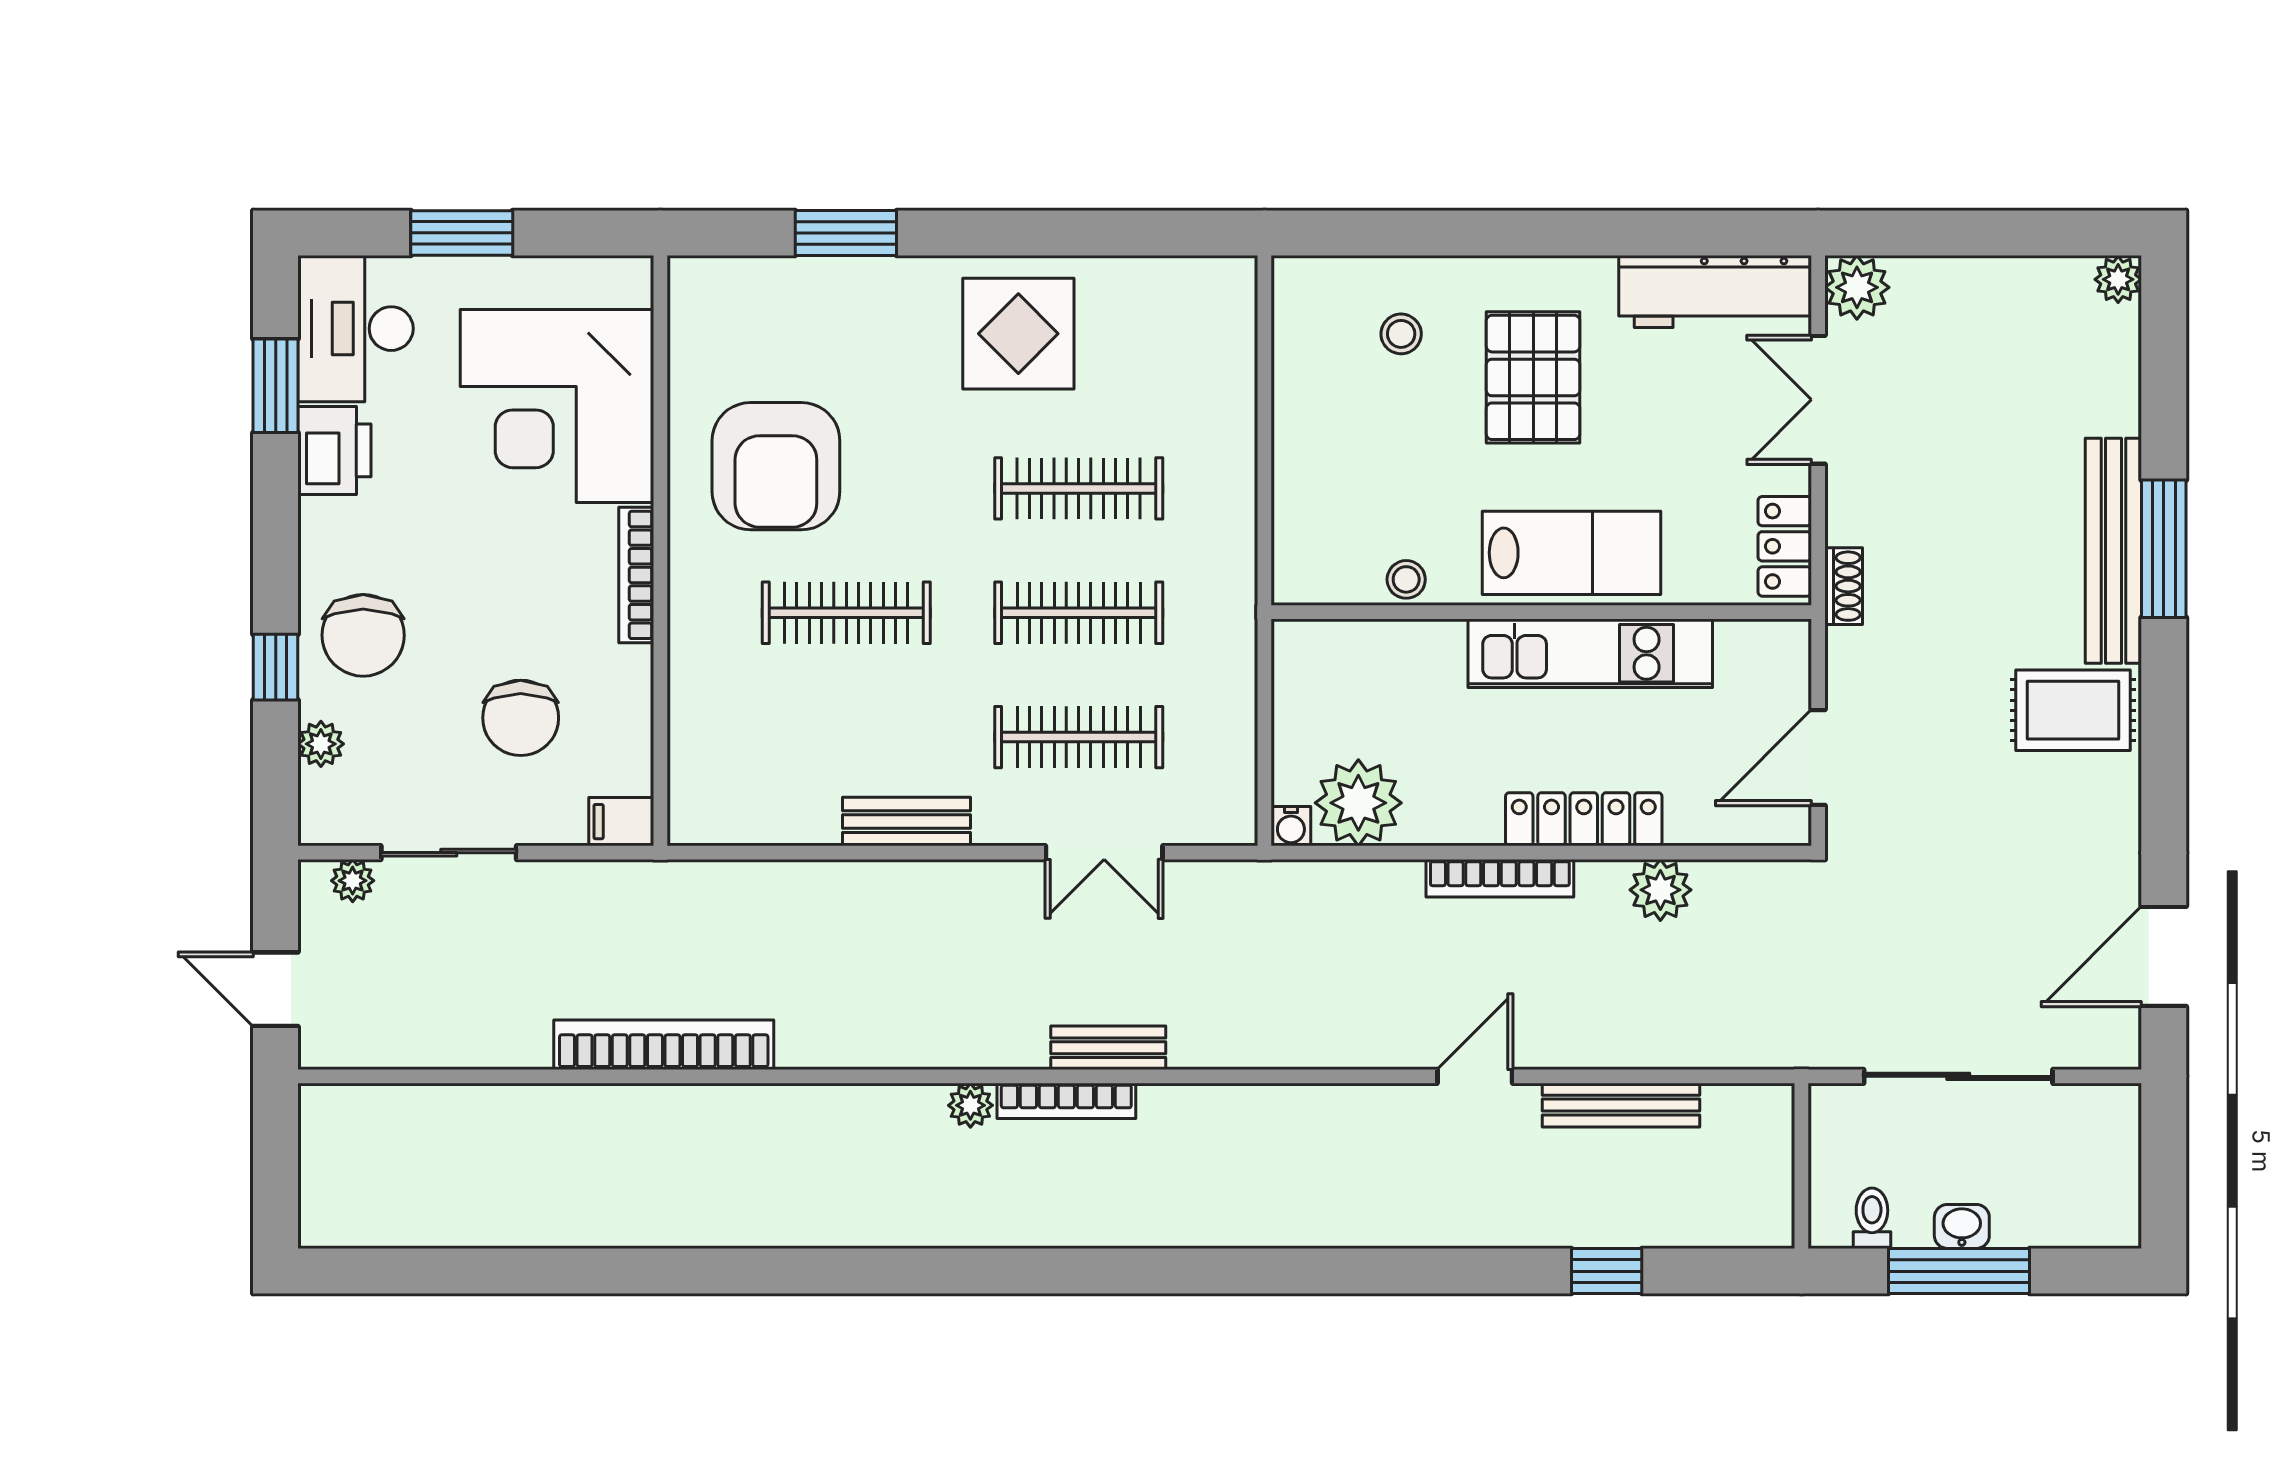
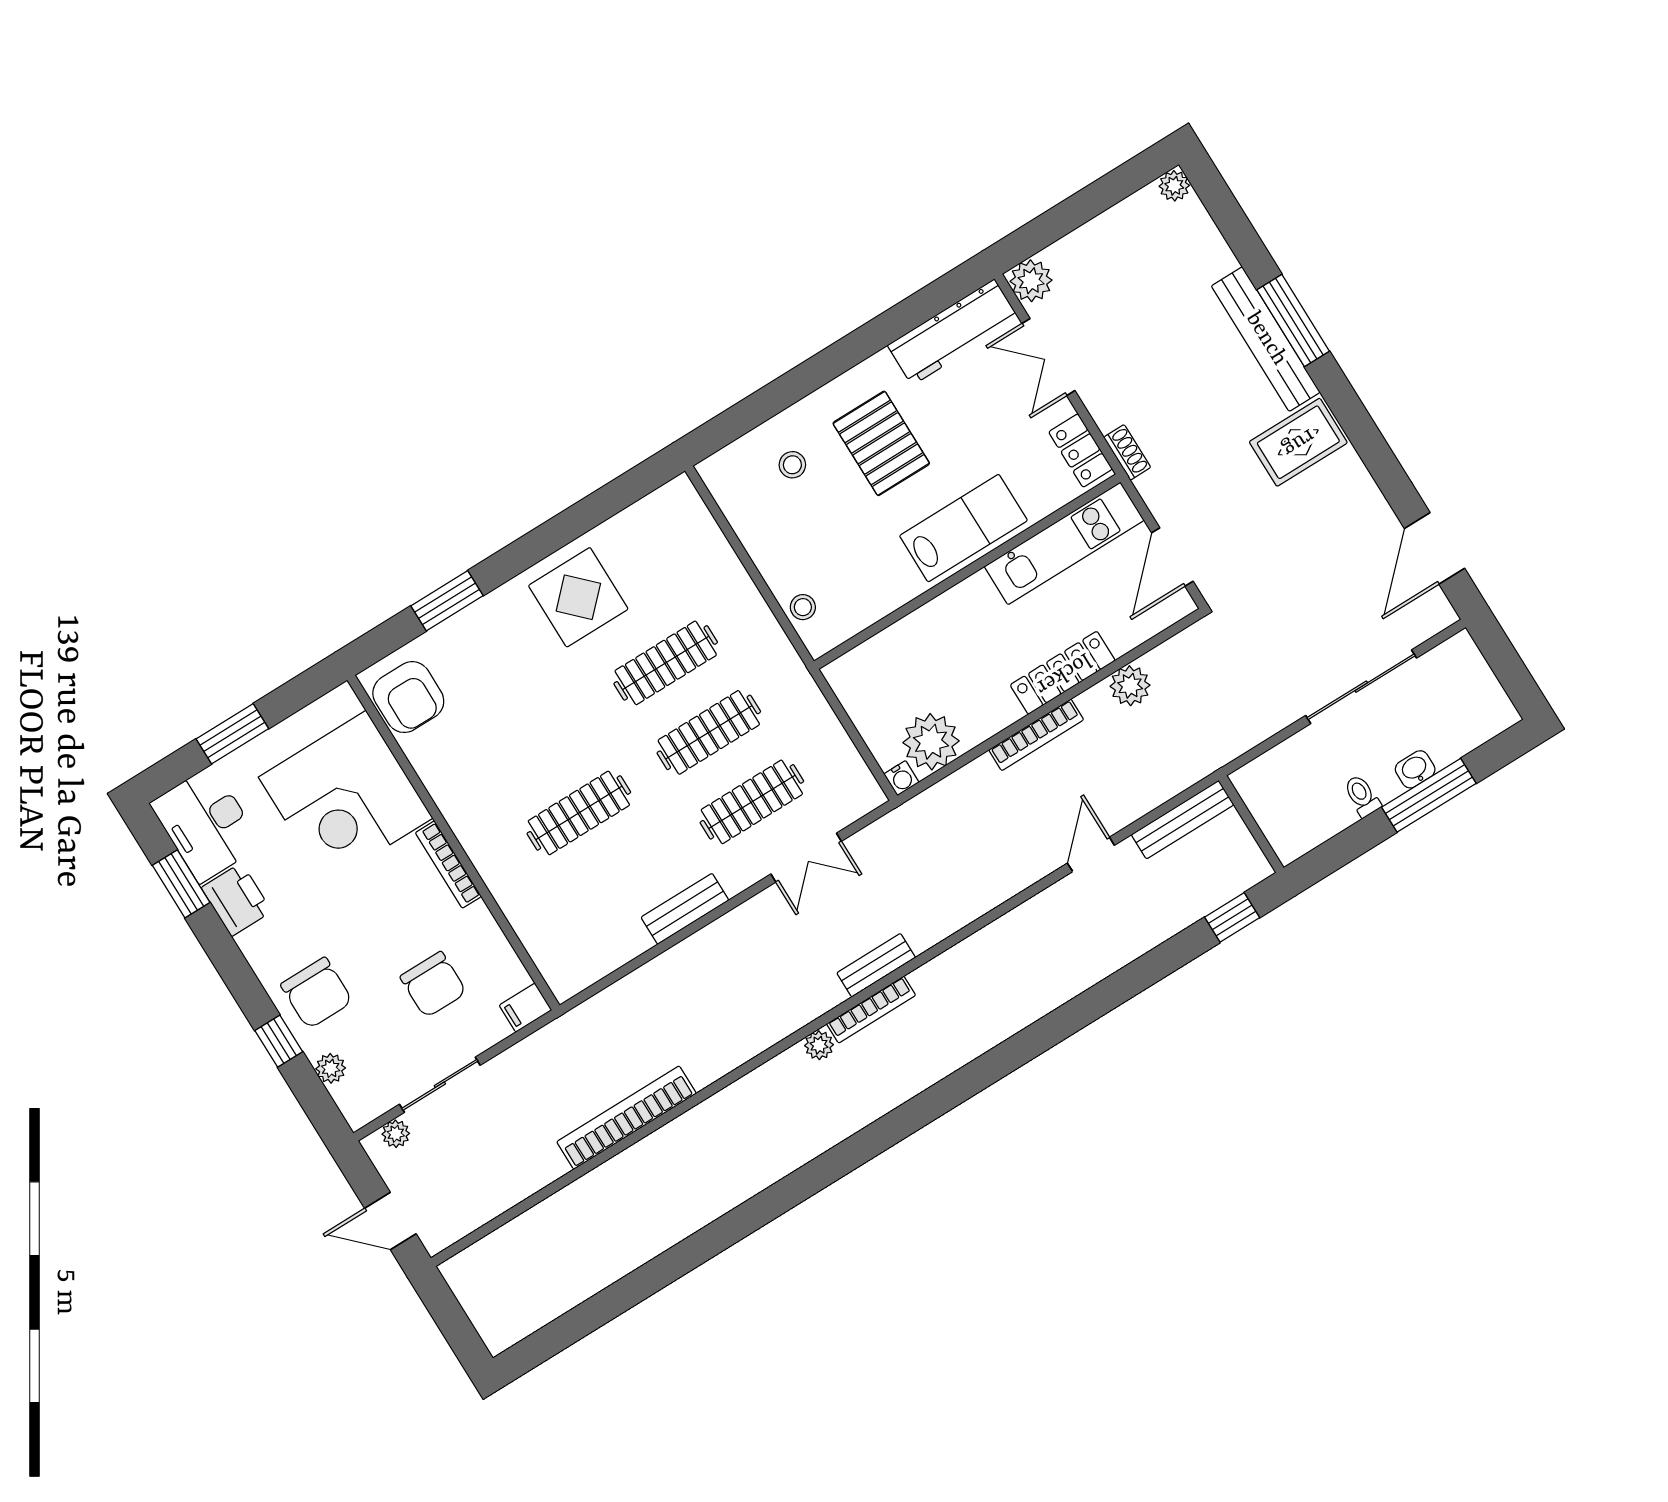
armchair: (776, 466) -> (408, 697), moved, width x0.73, depth x0.73
stool: (1406, 579) -> (803, 607), moved
kitchen unit: (1590, 653) -> (1064, 543), moved
wall: (1801, 1166) -> (1251, 824), moved

